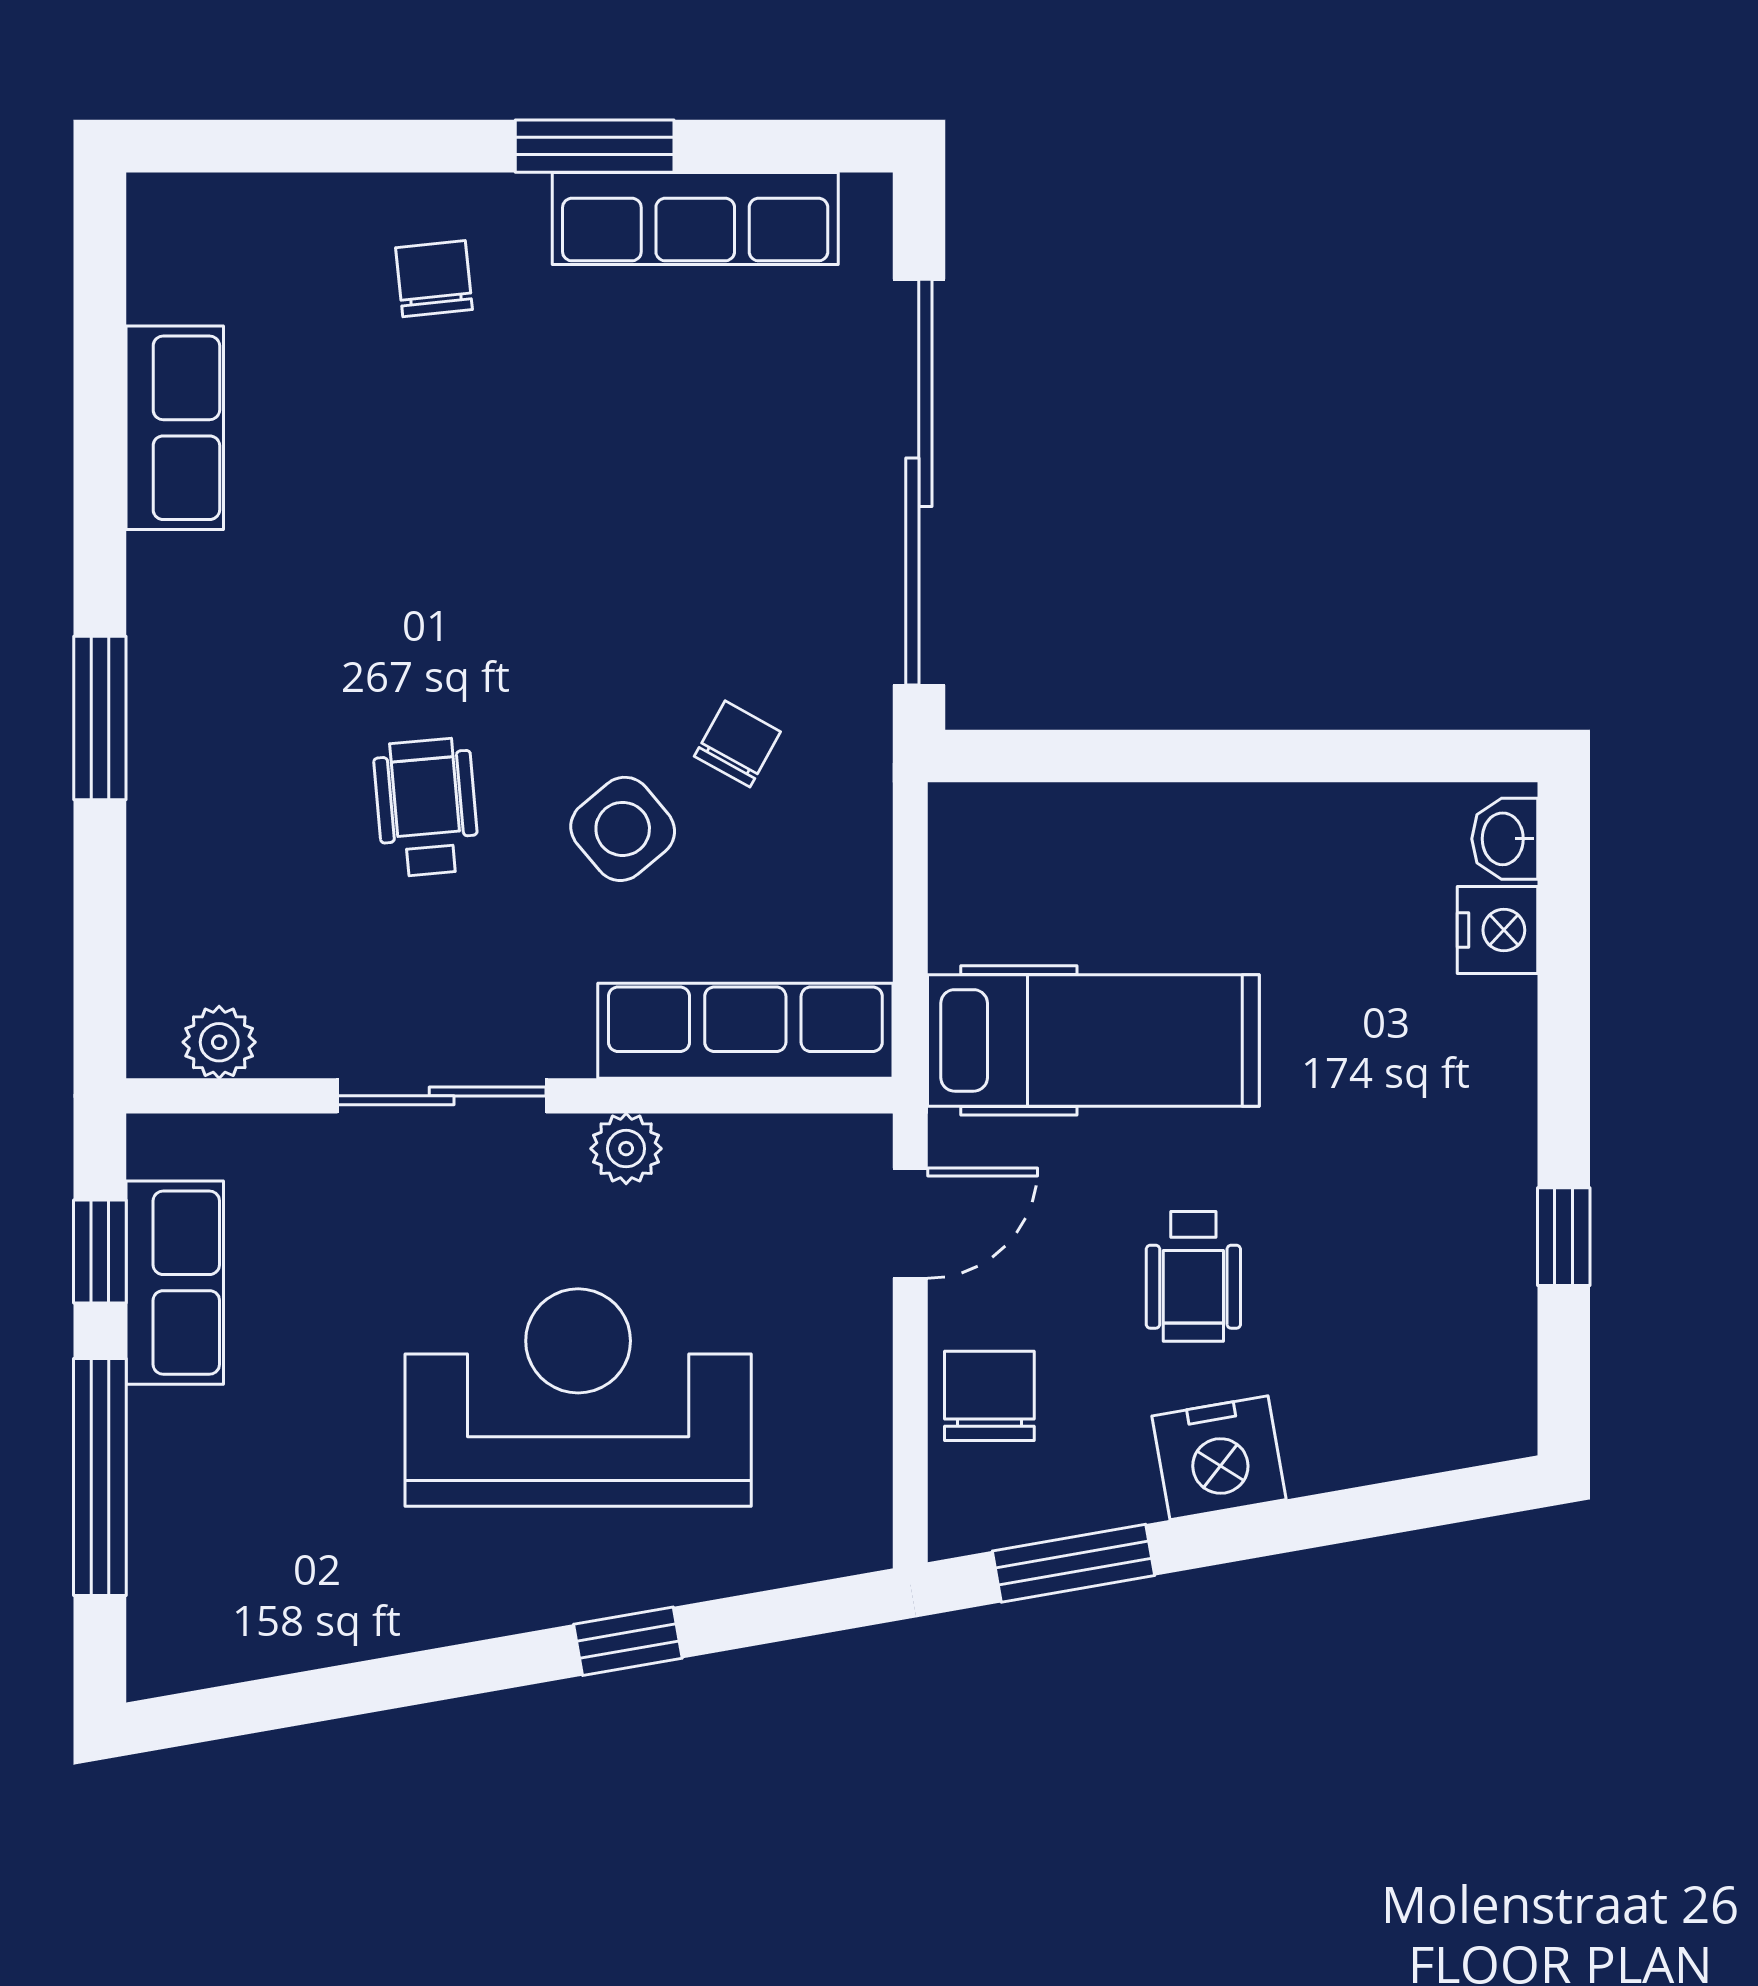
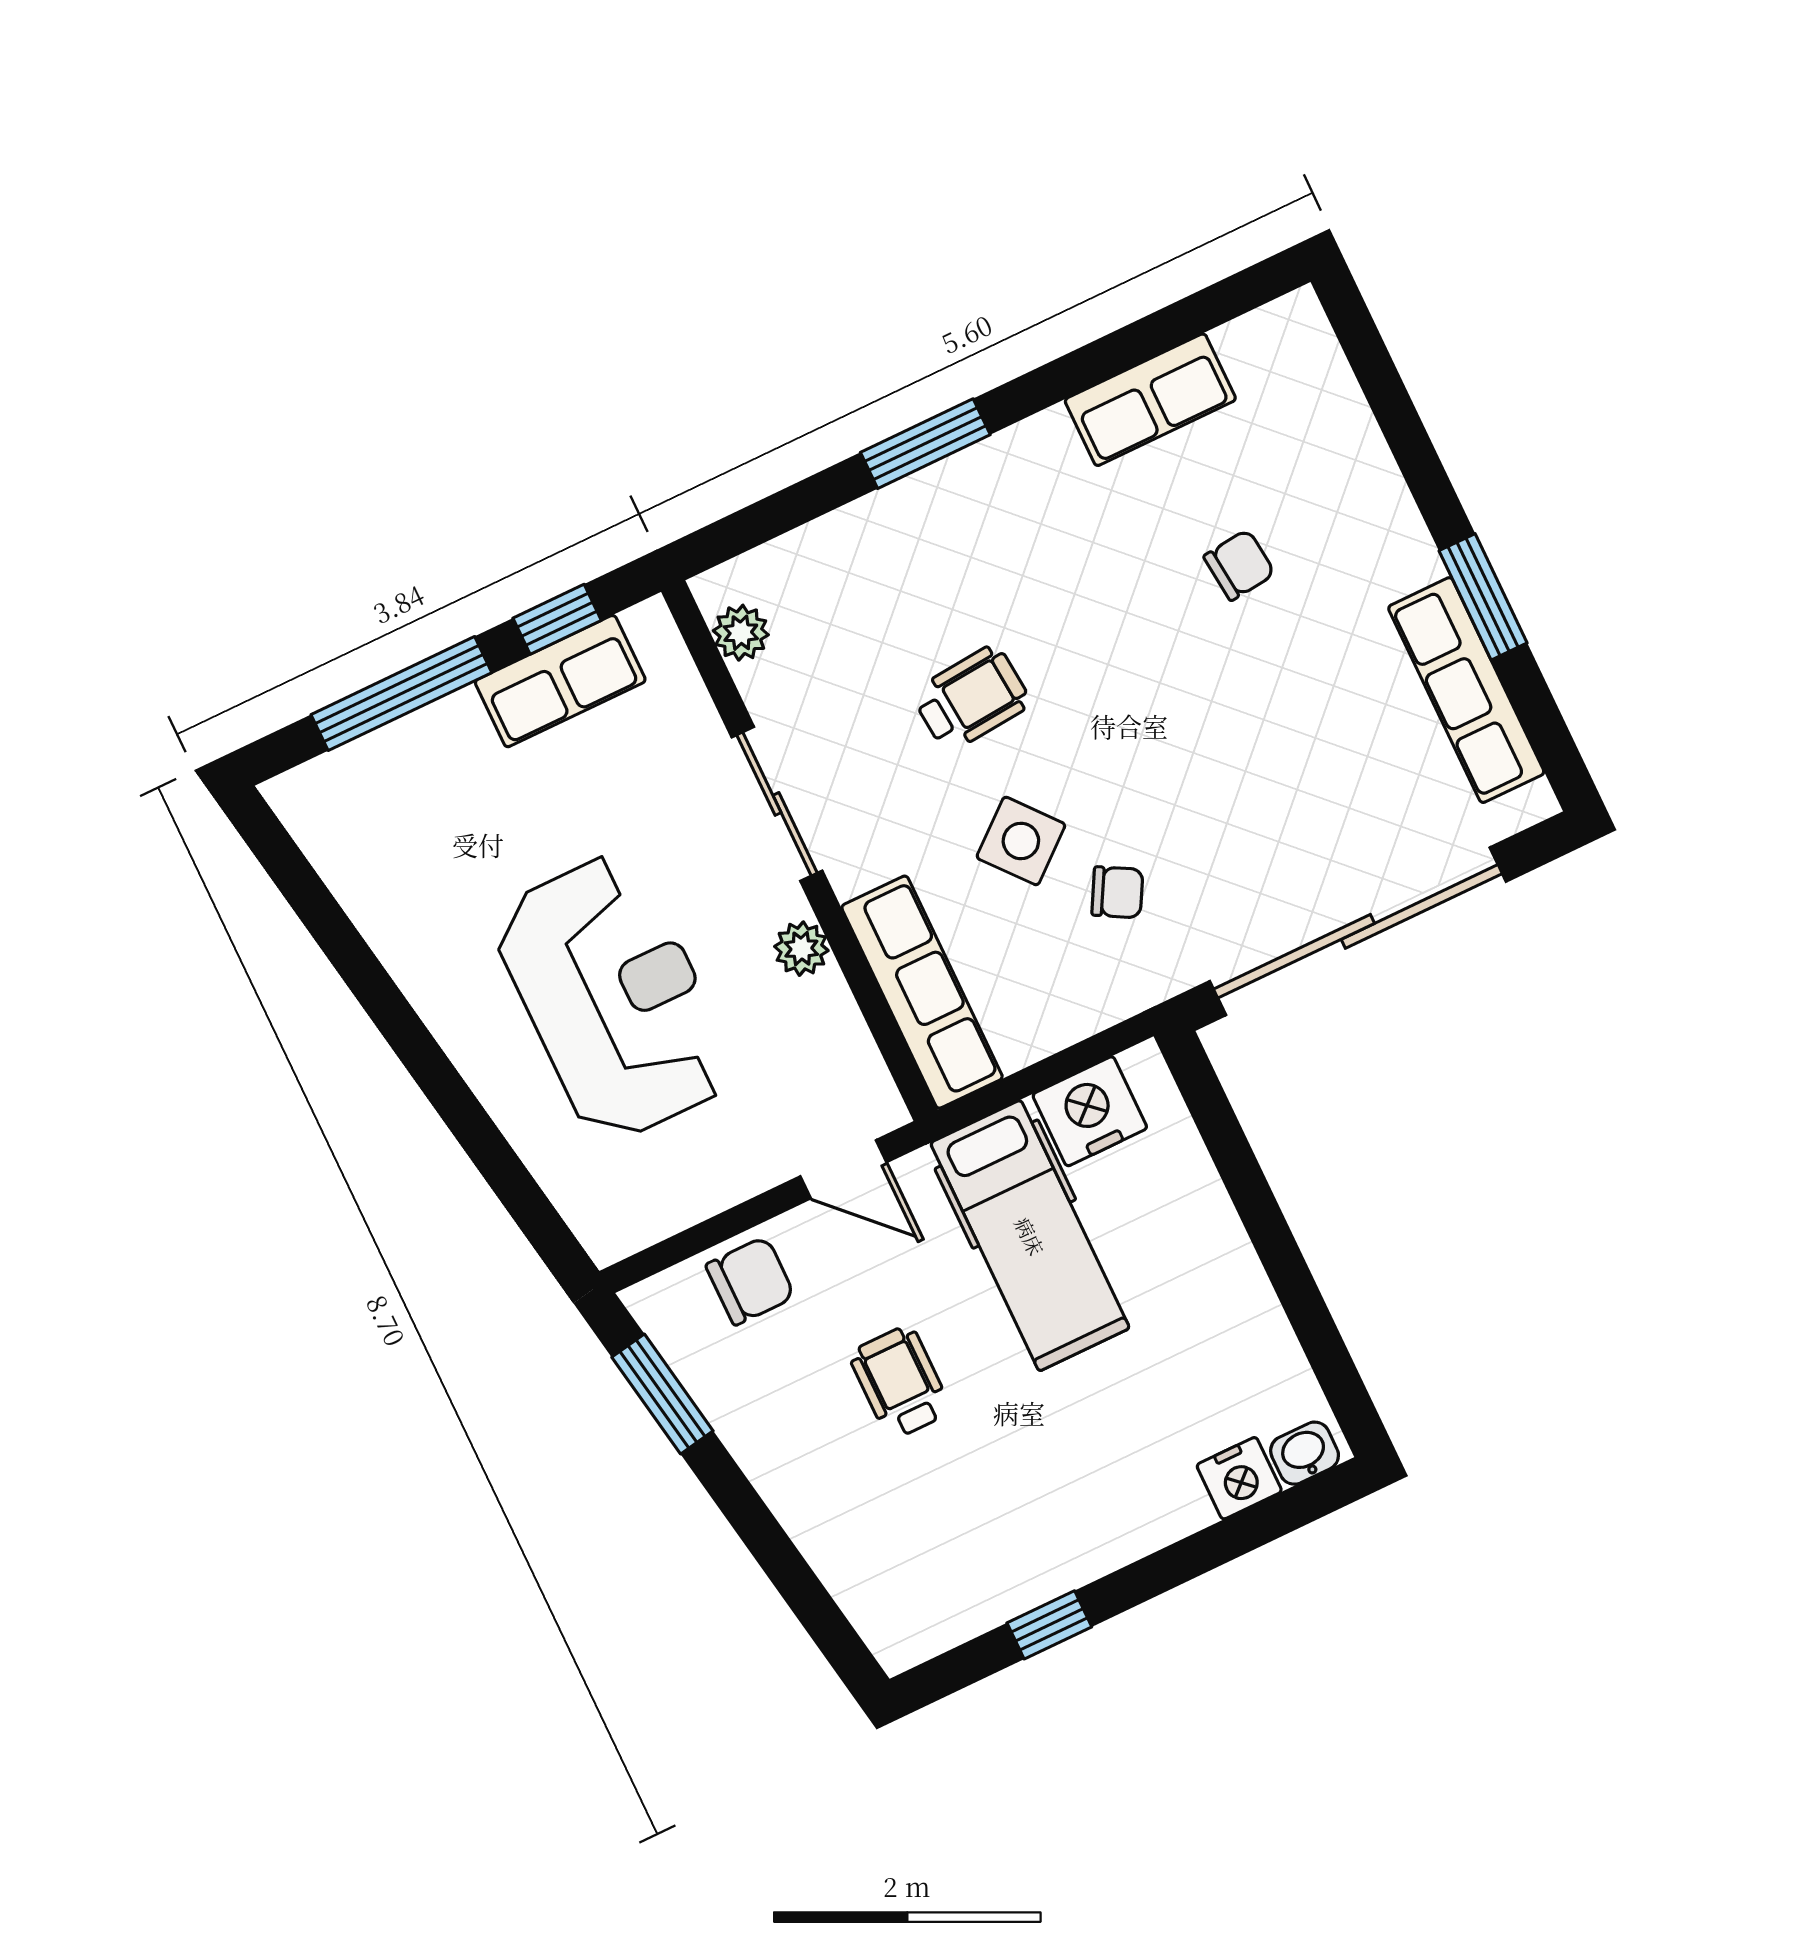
chair: (434, 279) -> (1239, 565), moved
wheelchair: (1193, 1276) -> (900, 1382), turned 90
nightstand: (1219, 1458) -> (1090, 1111), moved, turned 100
window: (628, 1641) -> (462, 1112), removed

